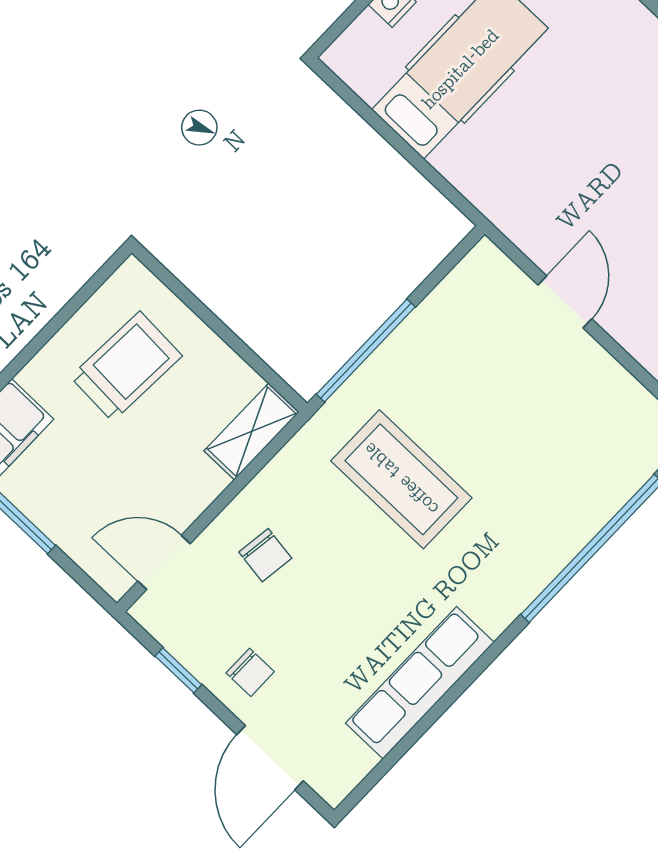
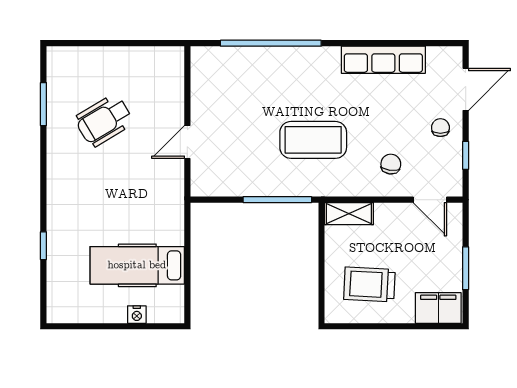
coffee table: (401, 479) -> (313, 140), turned 90

